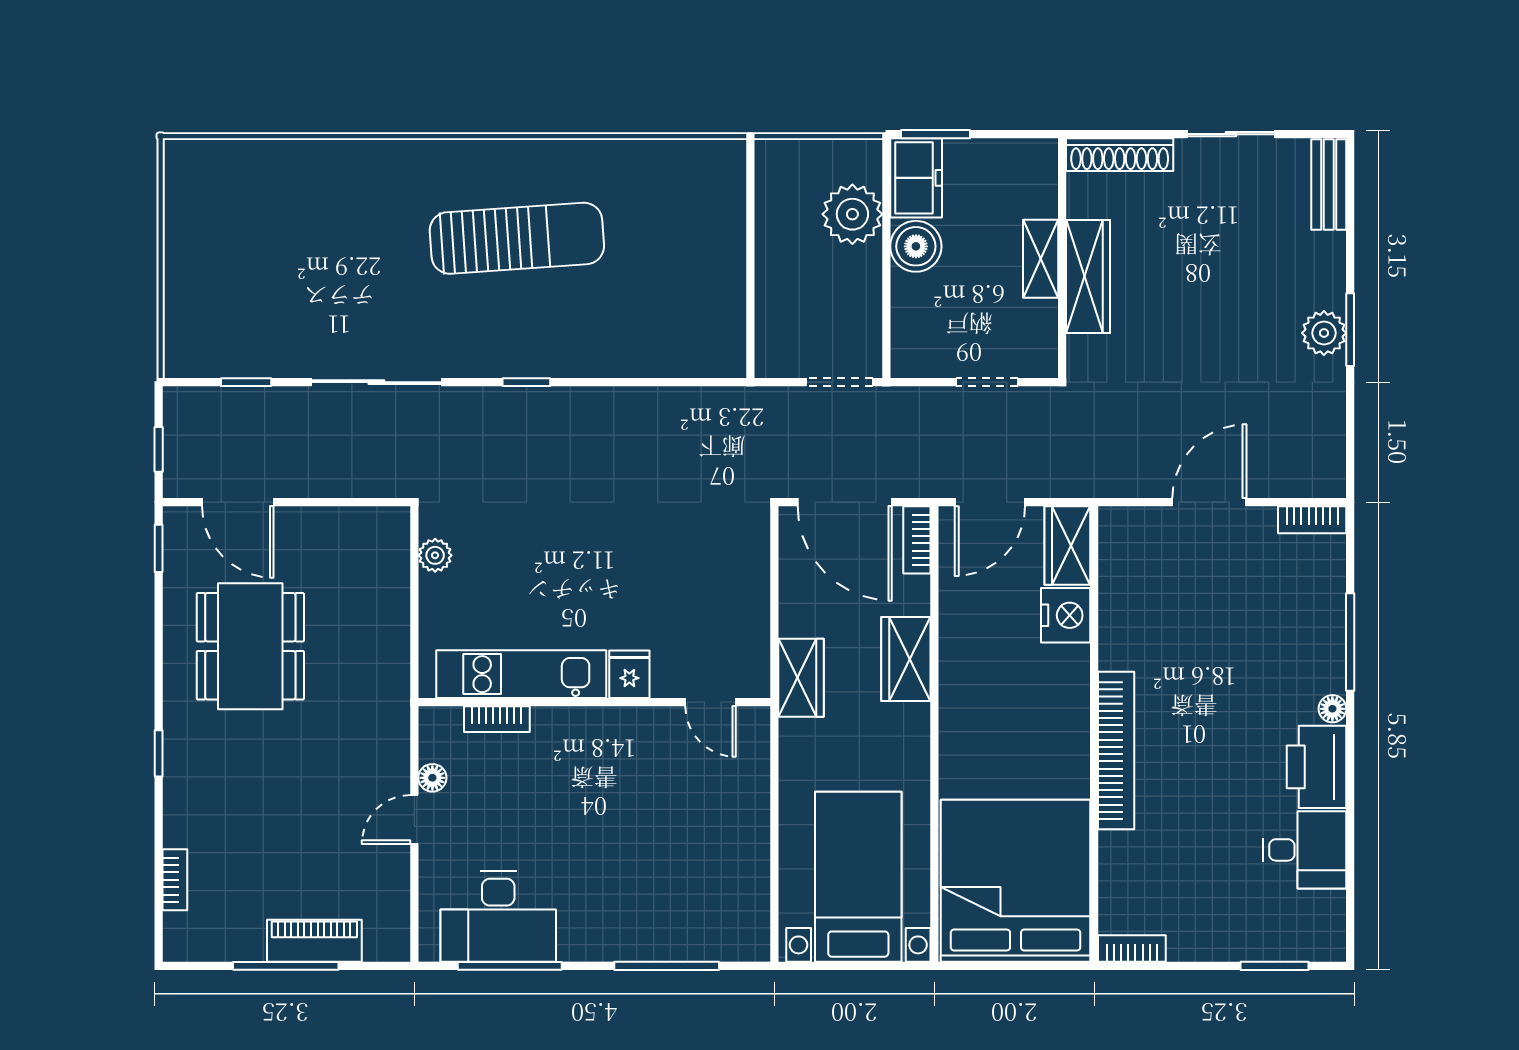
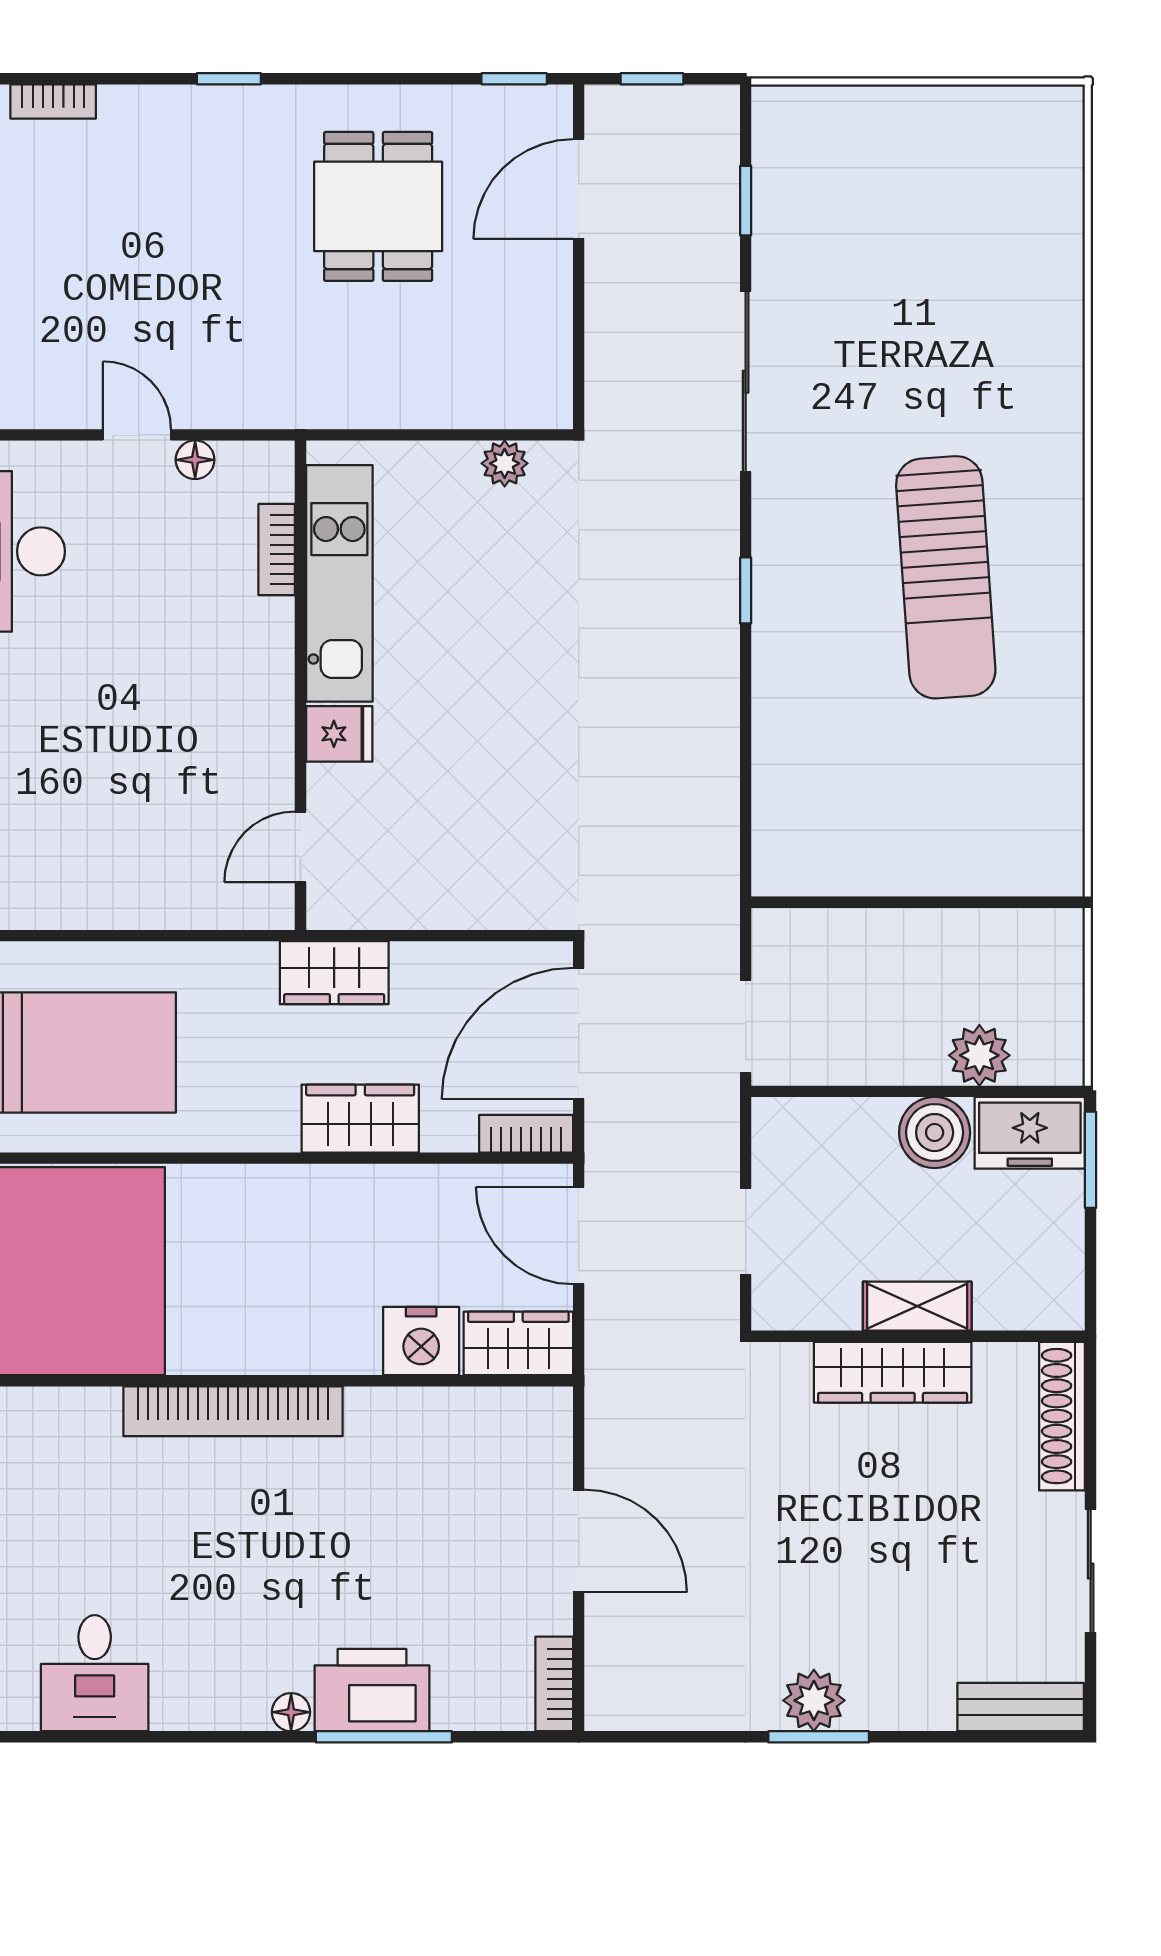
plant: (852, 214) -> (979, 1055), width x0.73, depth x0.73
dining table: (250, 646) -> (378, 206), width x0.73
printer: (1317, 767) -> (372, 1690), moved

